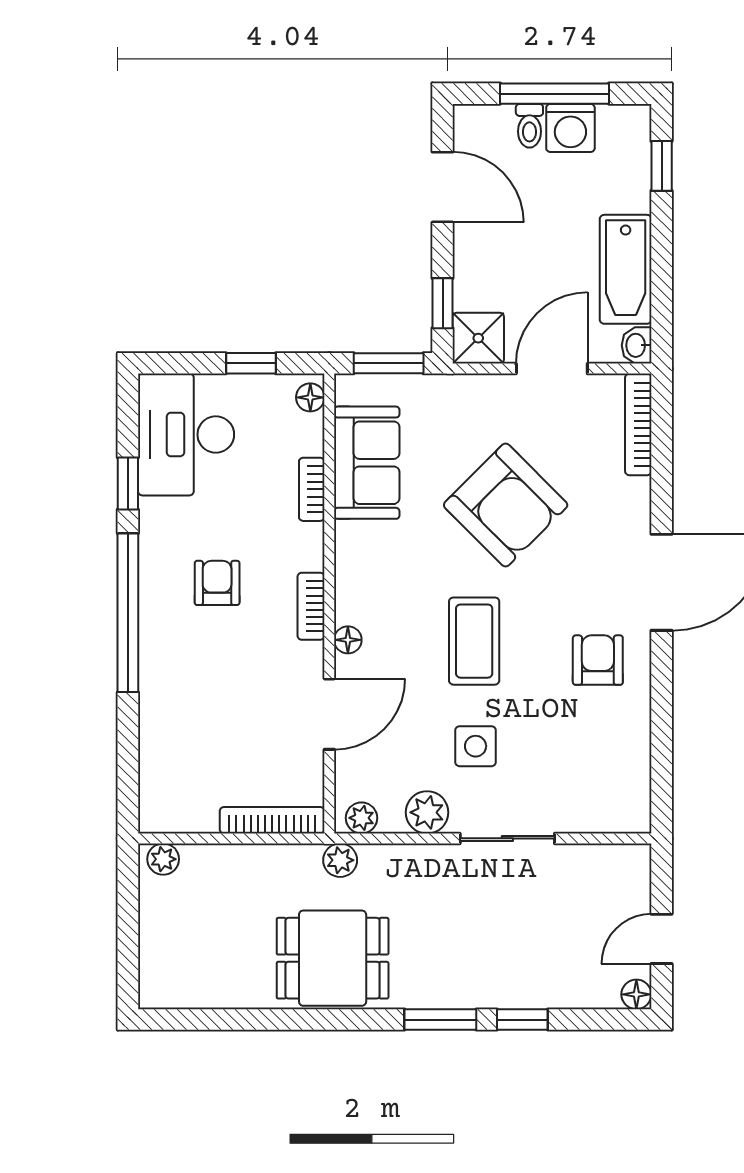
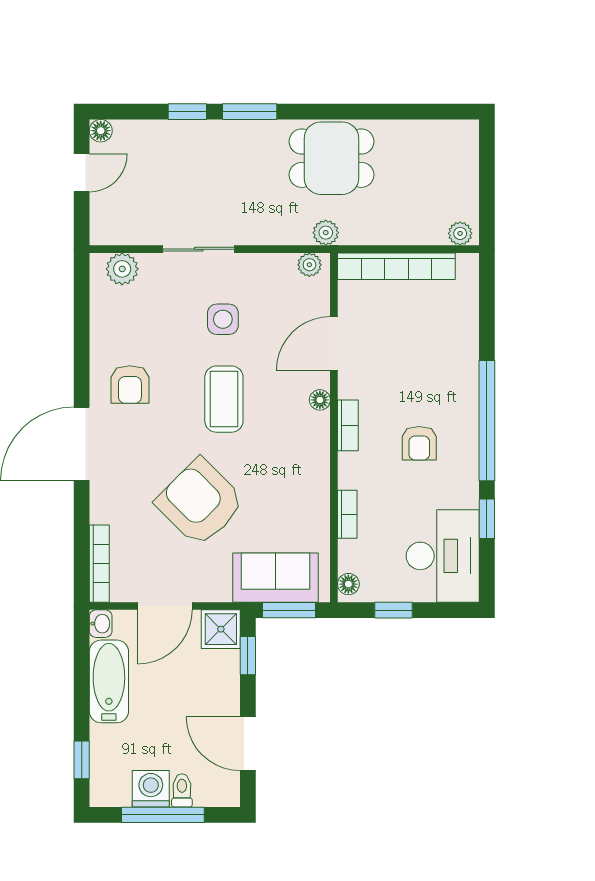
sofa: (367, 463) -> (276, 578), moved, turned 90
plant: (427, 812) -> (122, 269), moved
bookcase: (272, 820) -> (396, 266), width x1.48, depth x1.31

